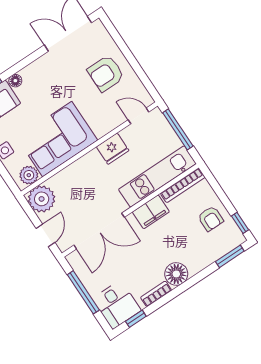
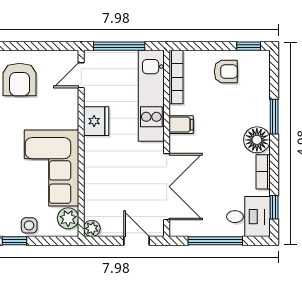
plant: (42, 199) -> (92, 228), width x0.53, depth x0.53
filing cabinet: (151, 212) -> (181, 125), width x0.50
window: (230, 256) -> (274, 117), moved

